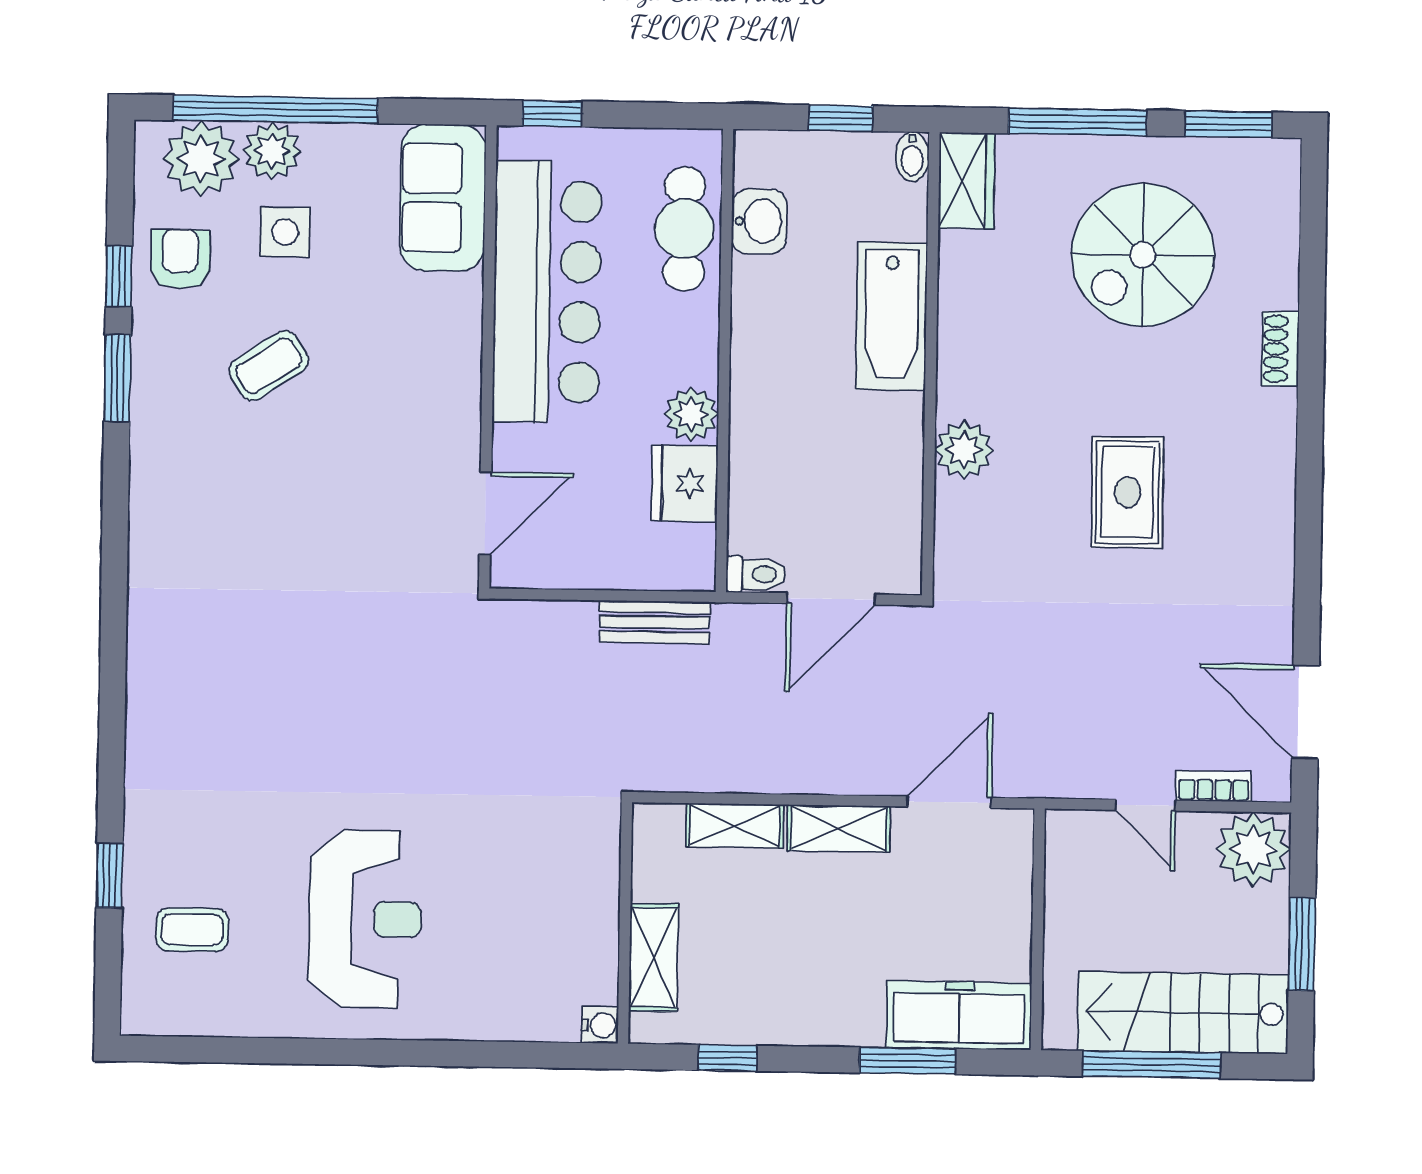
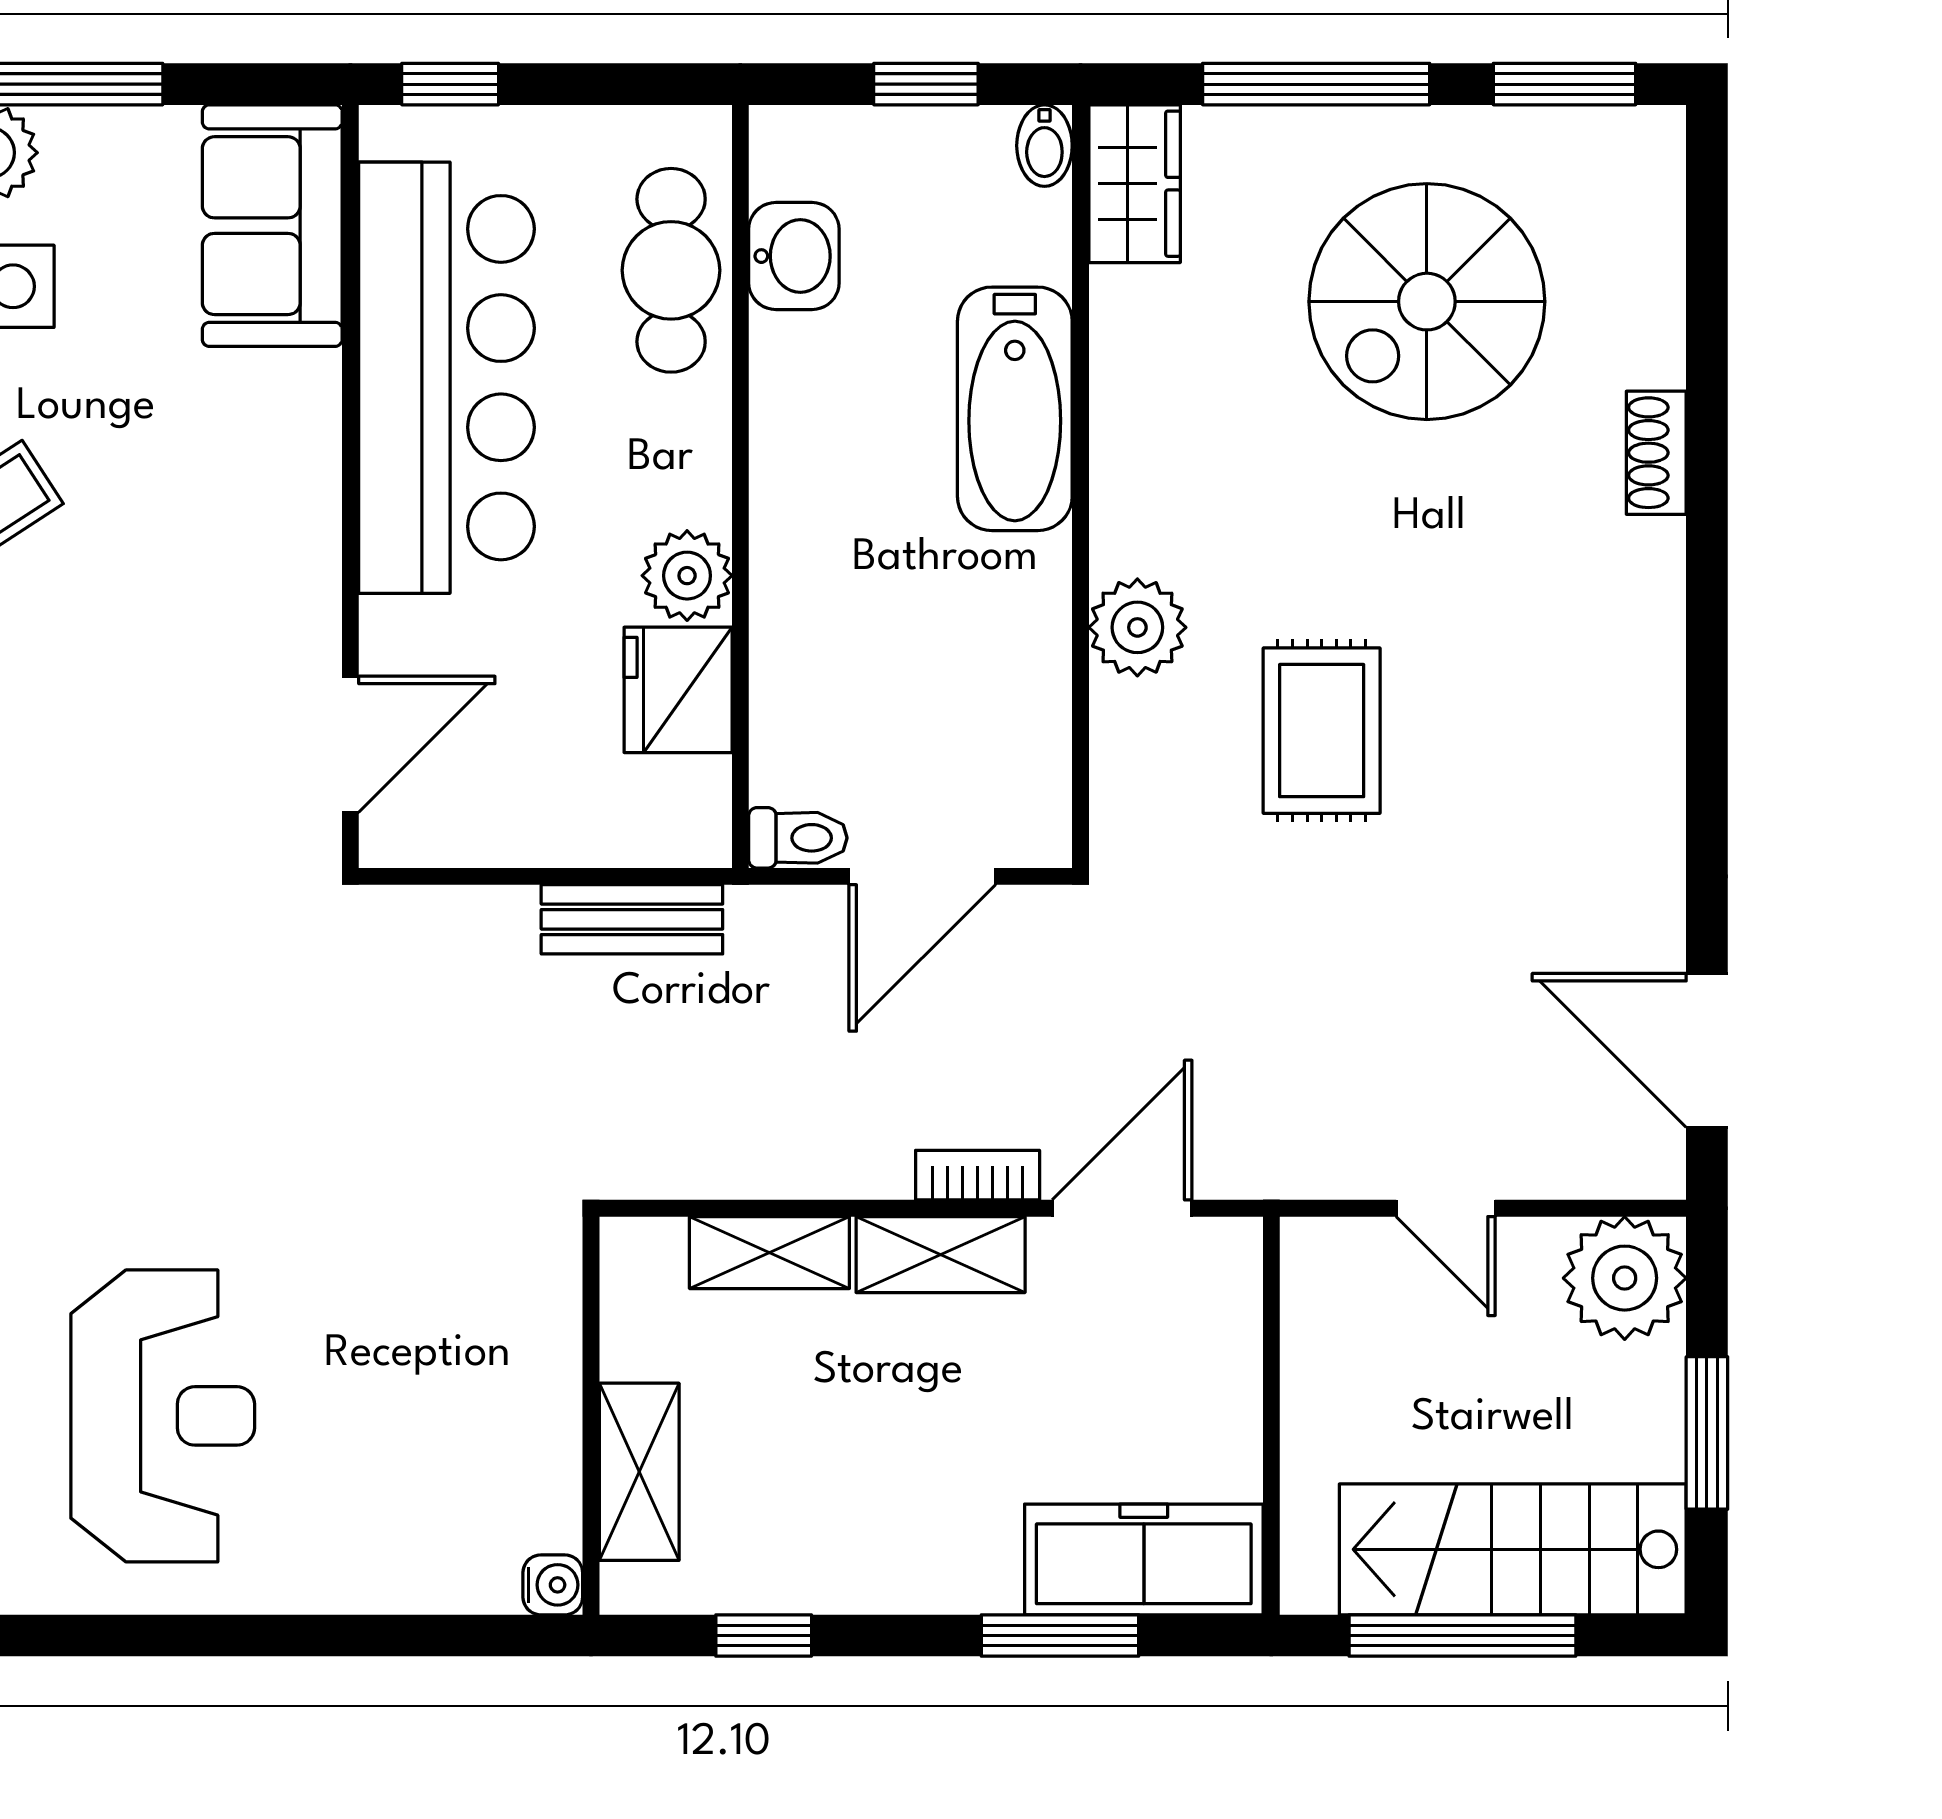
rug: (1127, 492) -> (1322, 731), moved
bookcase: (1214, 786) -> (978, 1175), moved

